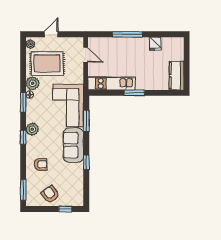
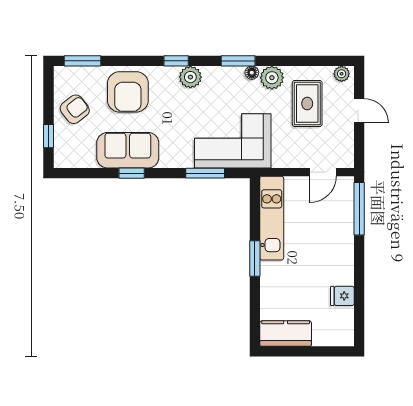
window: (127, 34) -> (359, 209), moved
rug: (47, 63) -> (307, 104), width x0.73, depth x0.70
sofa: (73, 145) -> (128, 150), moved
armchair: (41, 164) -> (128, 92), width x1.88, depth x1.88

